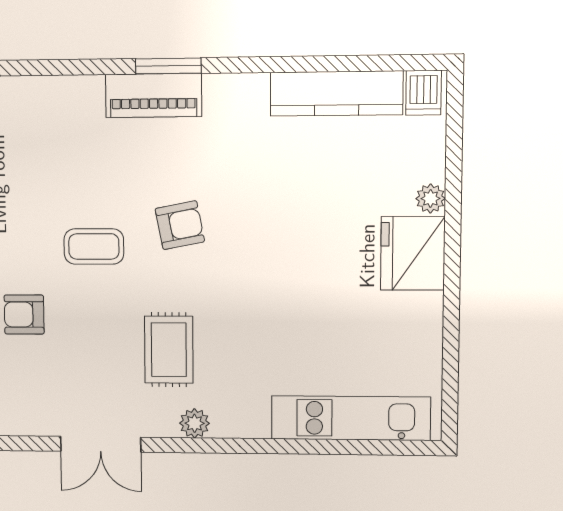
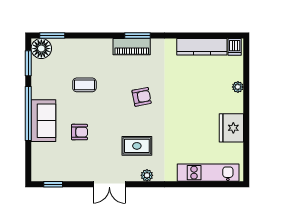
coffee table: (94, 246) -> (84, 85), moved
fridge: (413, 253) -> (231, 128), moved
armchair: (24, 315) -> (79, 132), turned 180
rug: (169, 350) -> (137, 146), turned 90

